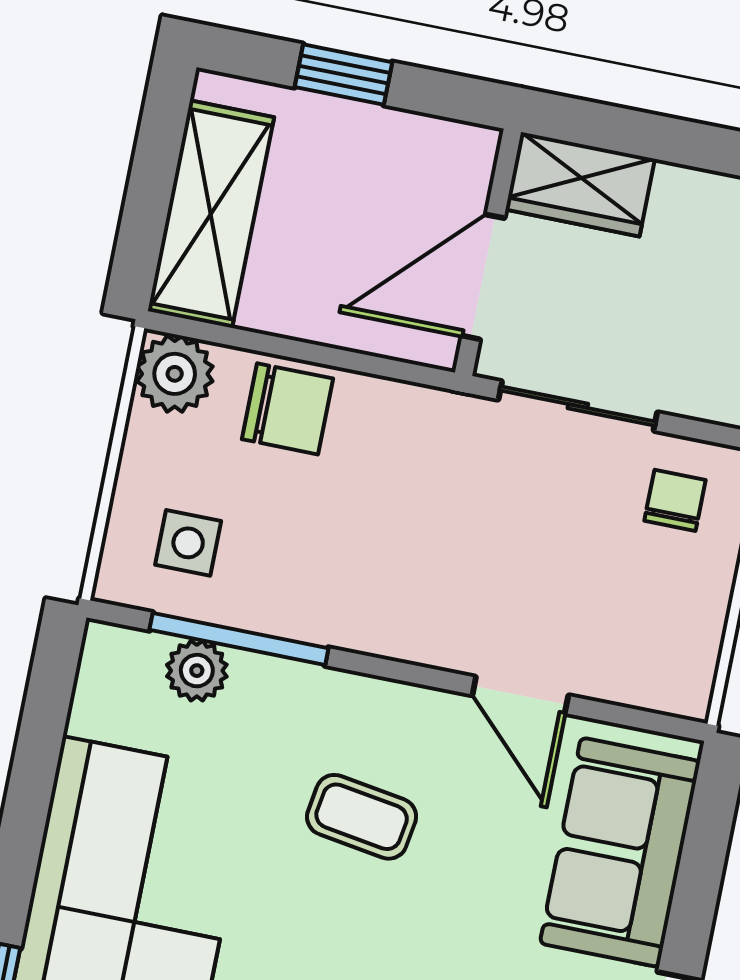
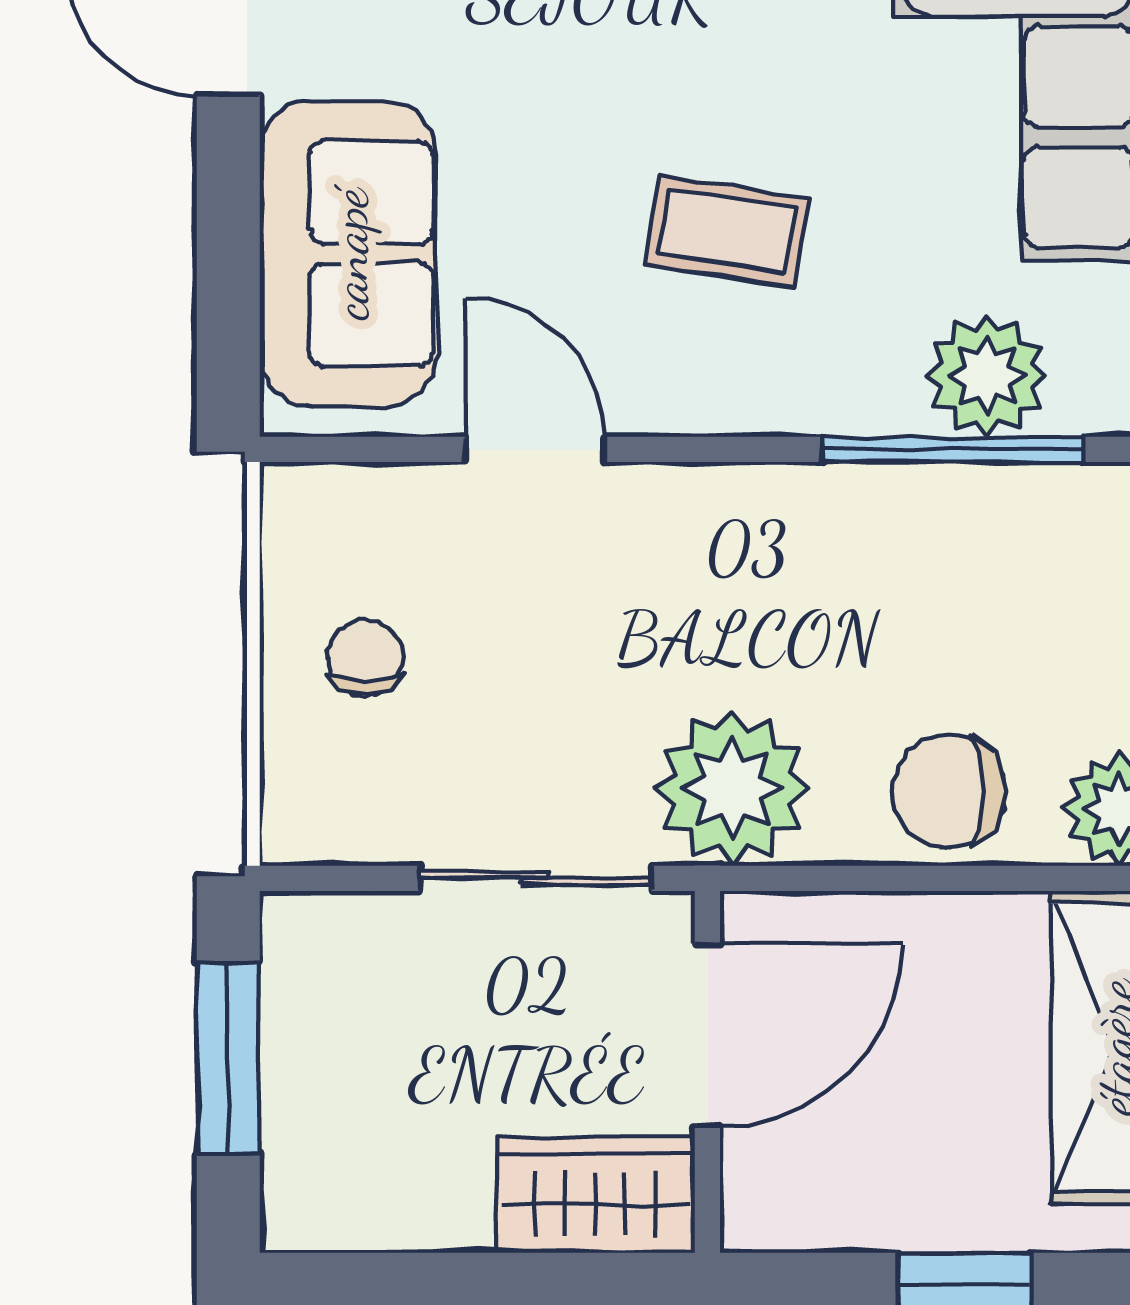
plant: (433, 440) -> (732, 788), added
chair: (675, 500) -> (365, 658), moved, turned 180
side table: (188, 543) -> (1052, 572), removed
plant: (197, 671) -> (987, 376), width x1.38, depth x1.38

